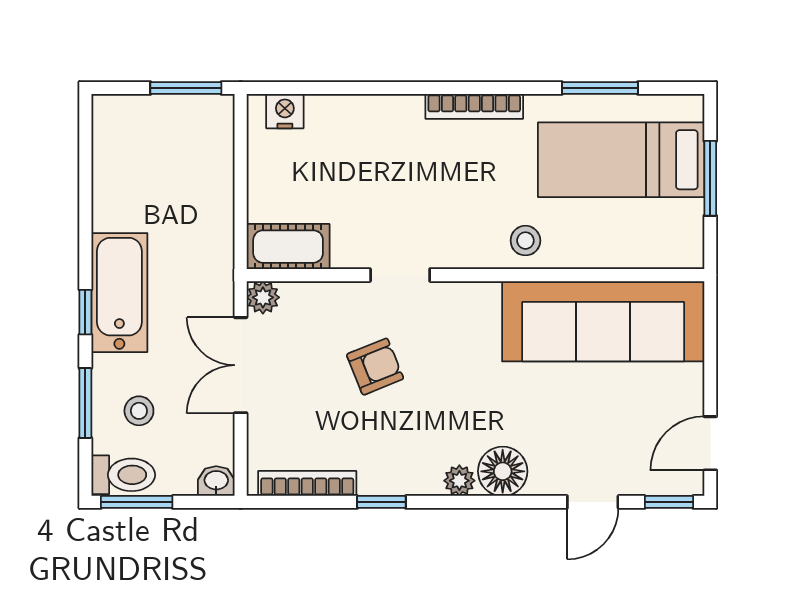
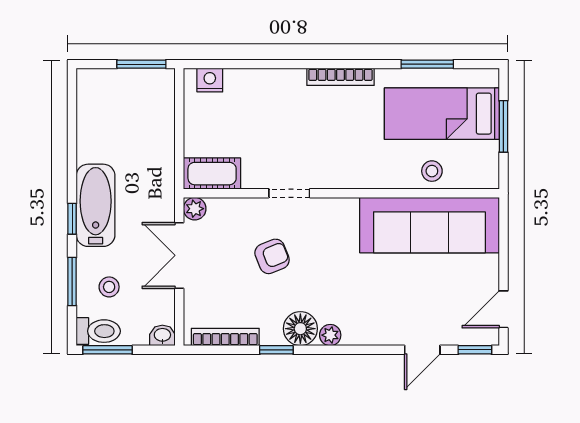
stool: (525, 241) -> (432, 171), moved
floor lamp: (503, 471) -> (300, 329), moved

